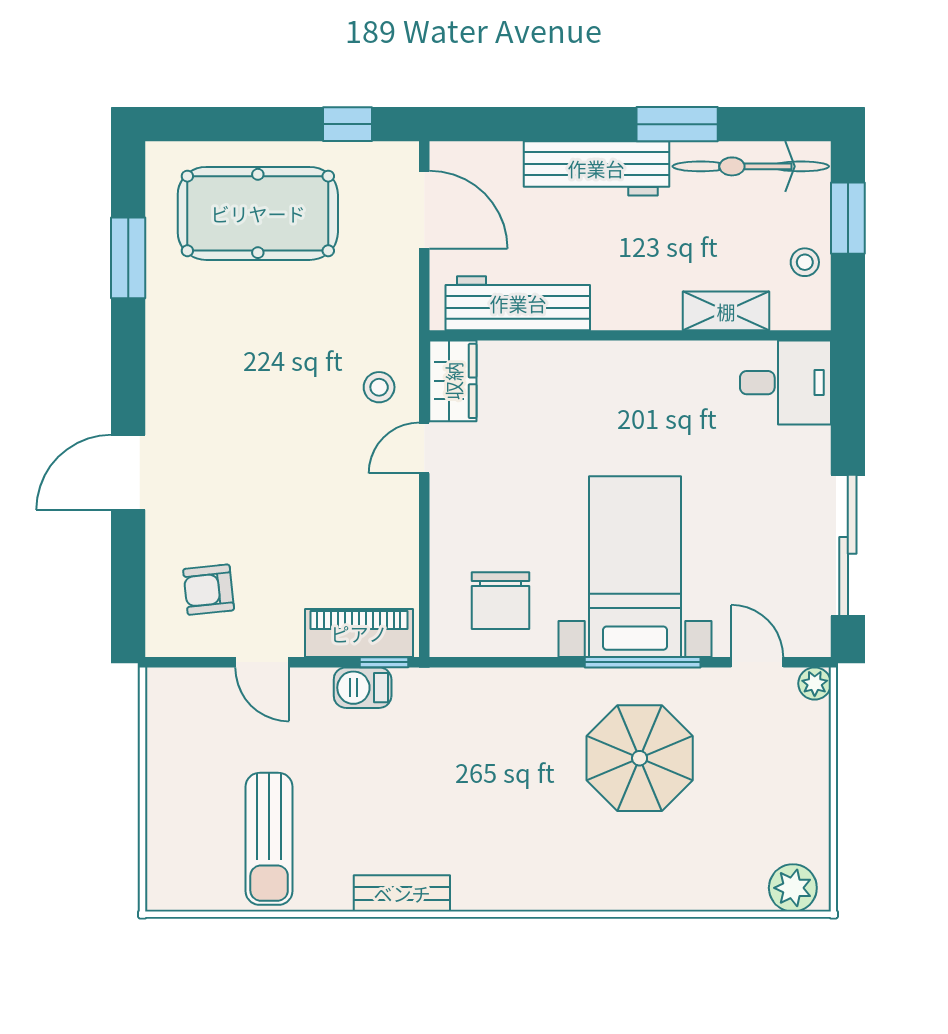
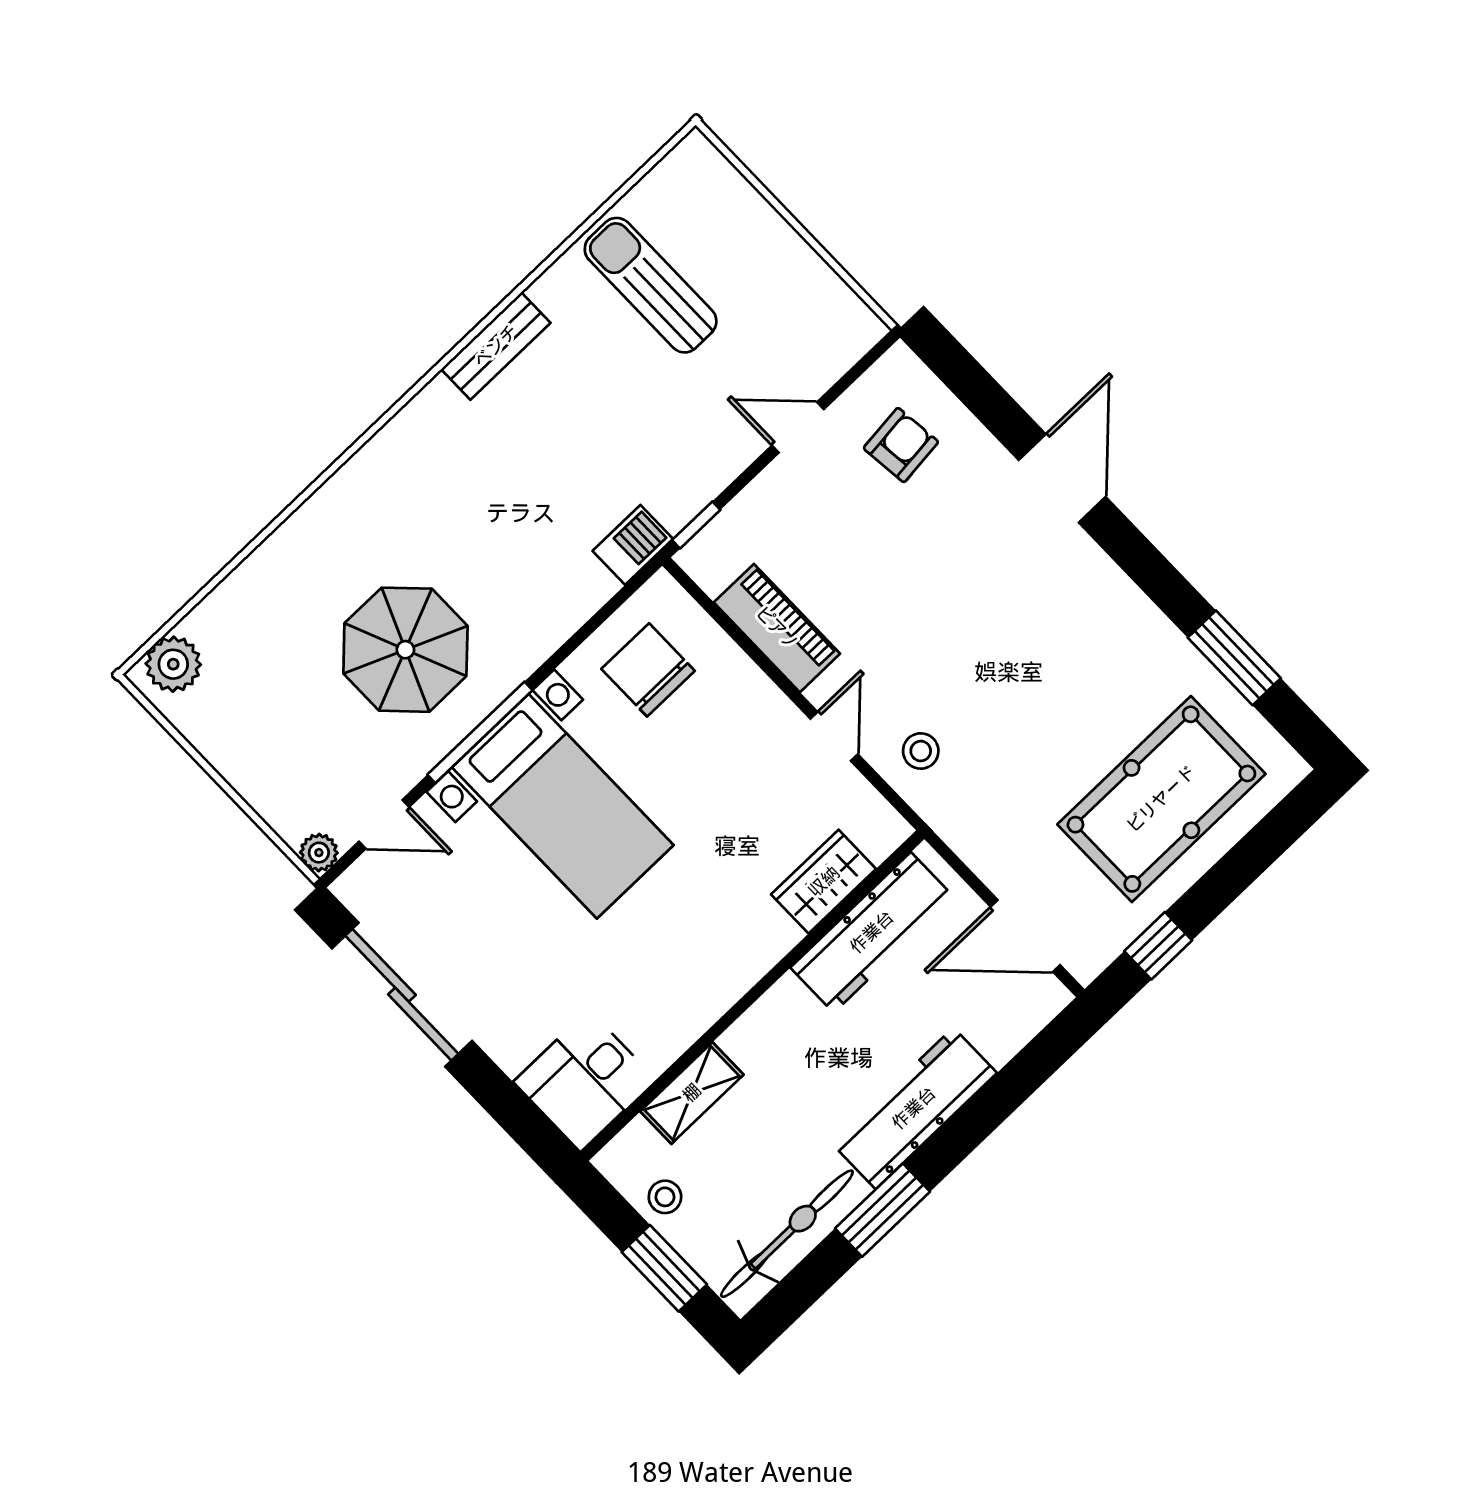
wardrobe: (453, 381) -> (824, 882), moved, turned 90
piano: (359, 633) -> (777, 628), moved, turned -90
barbecue: (363, 688) -> (633, 545), moved

